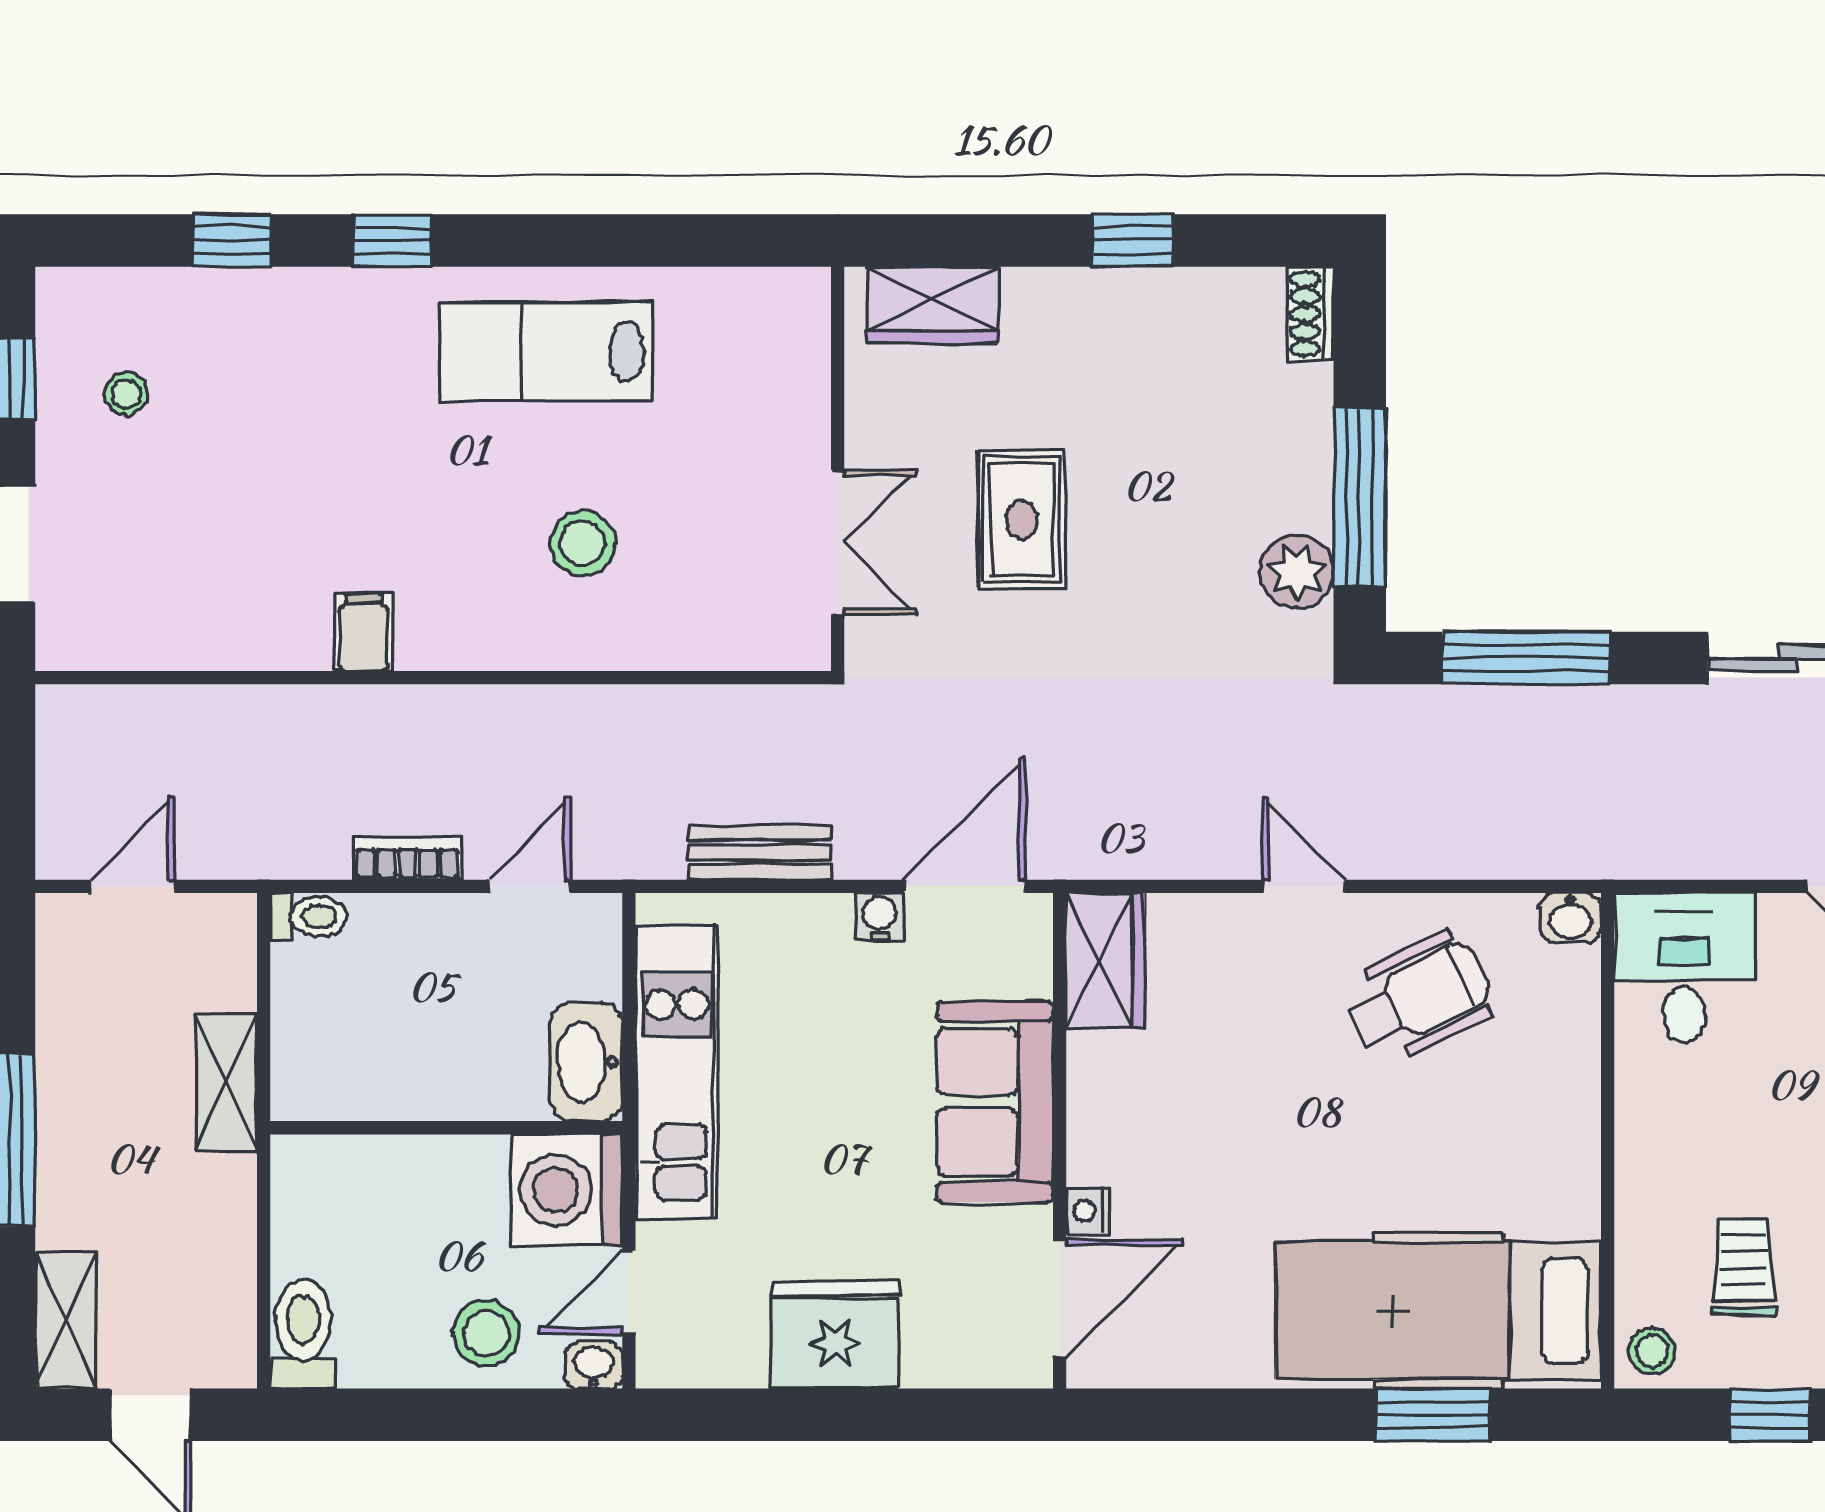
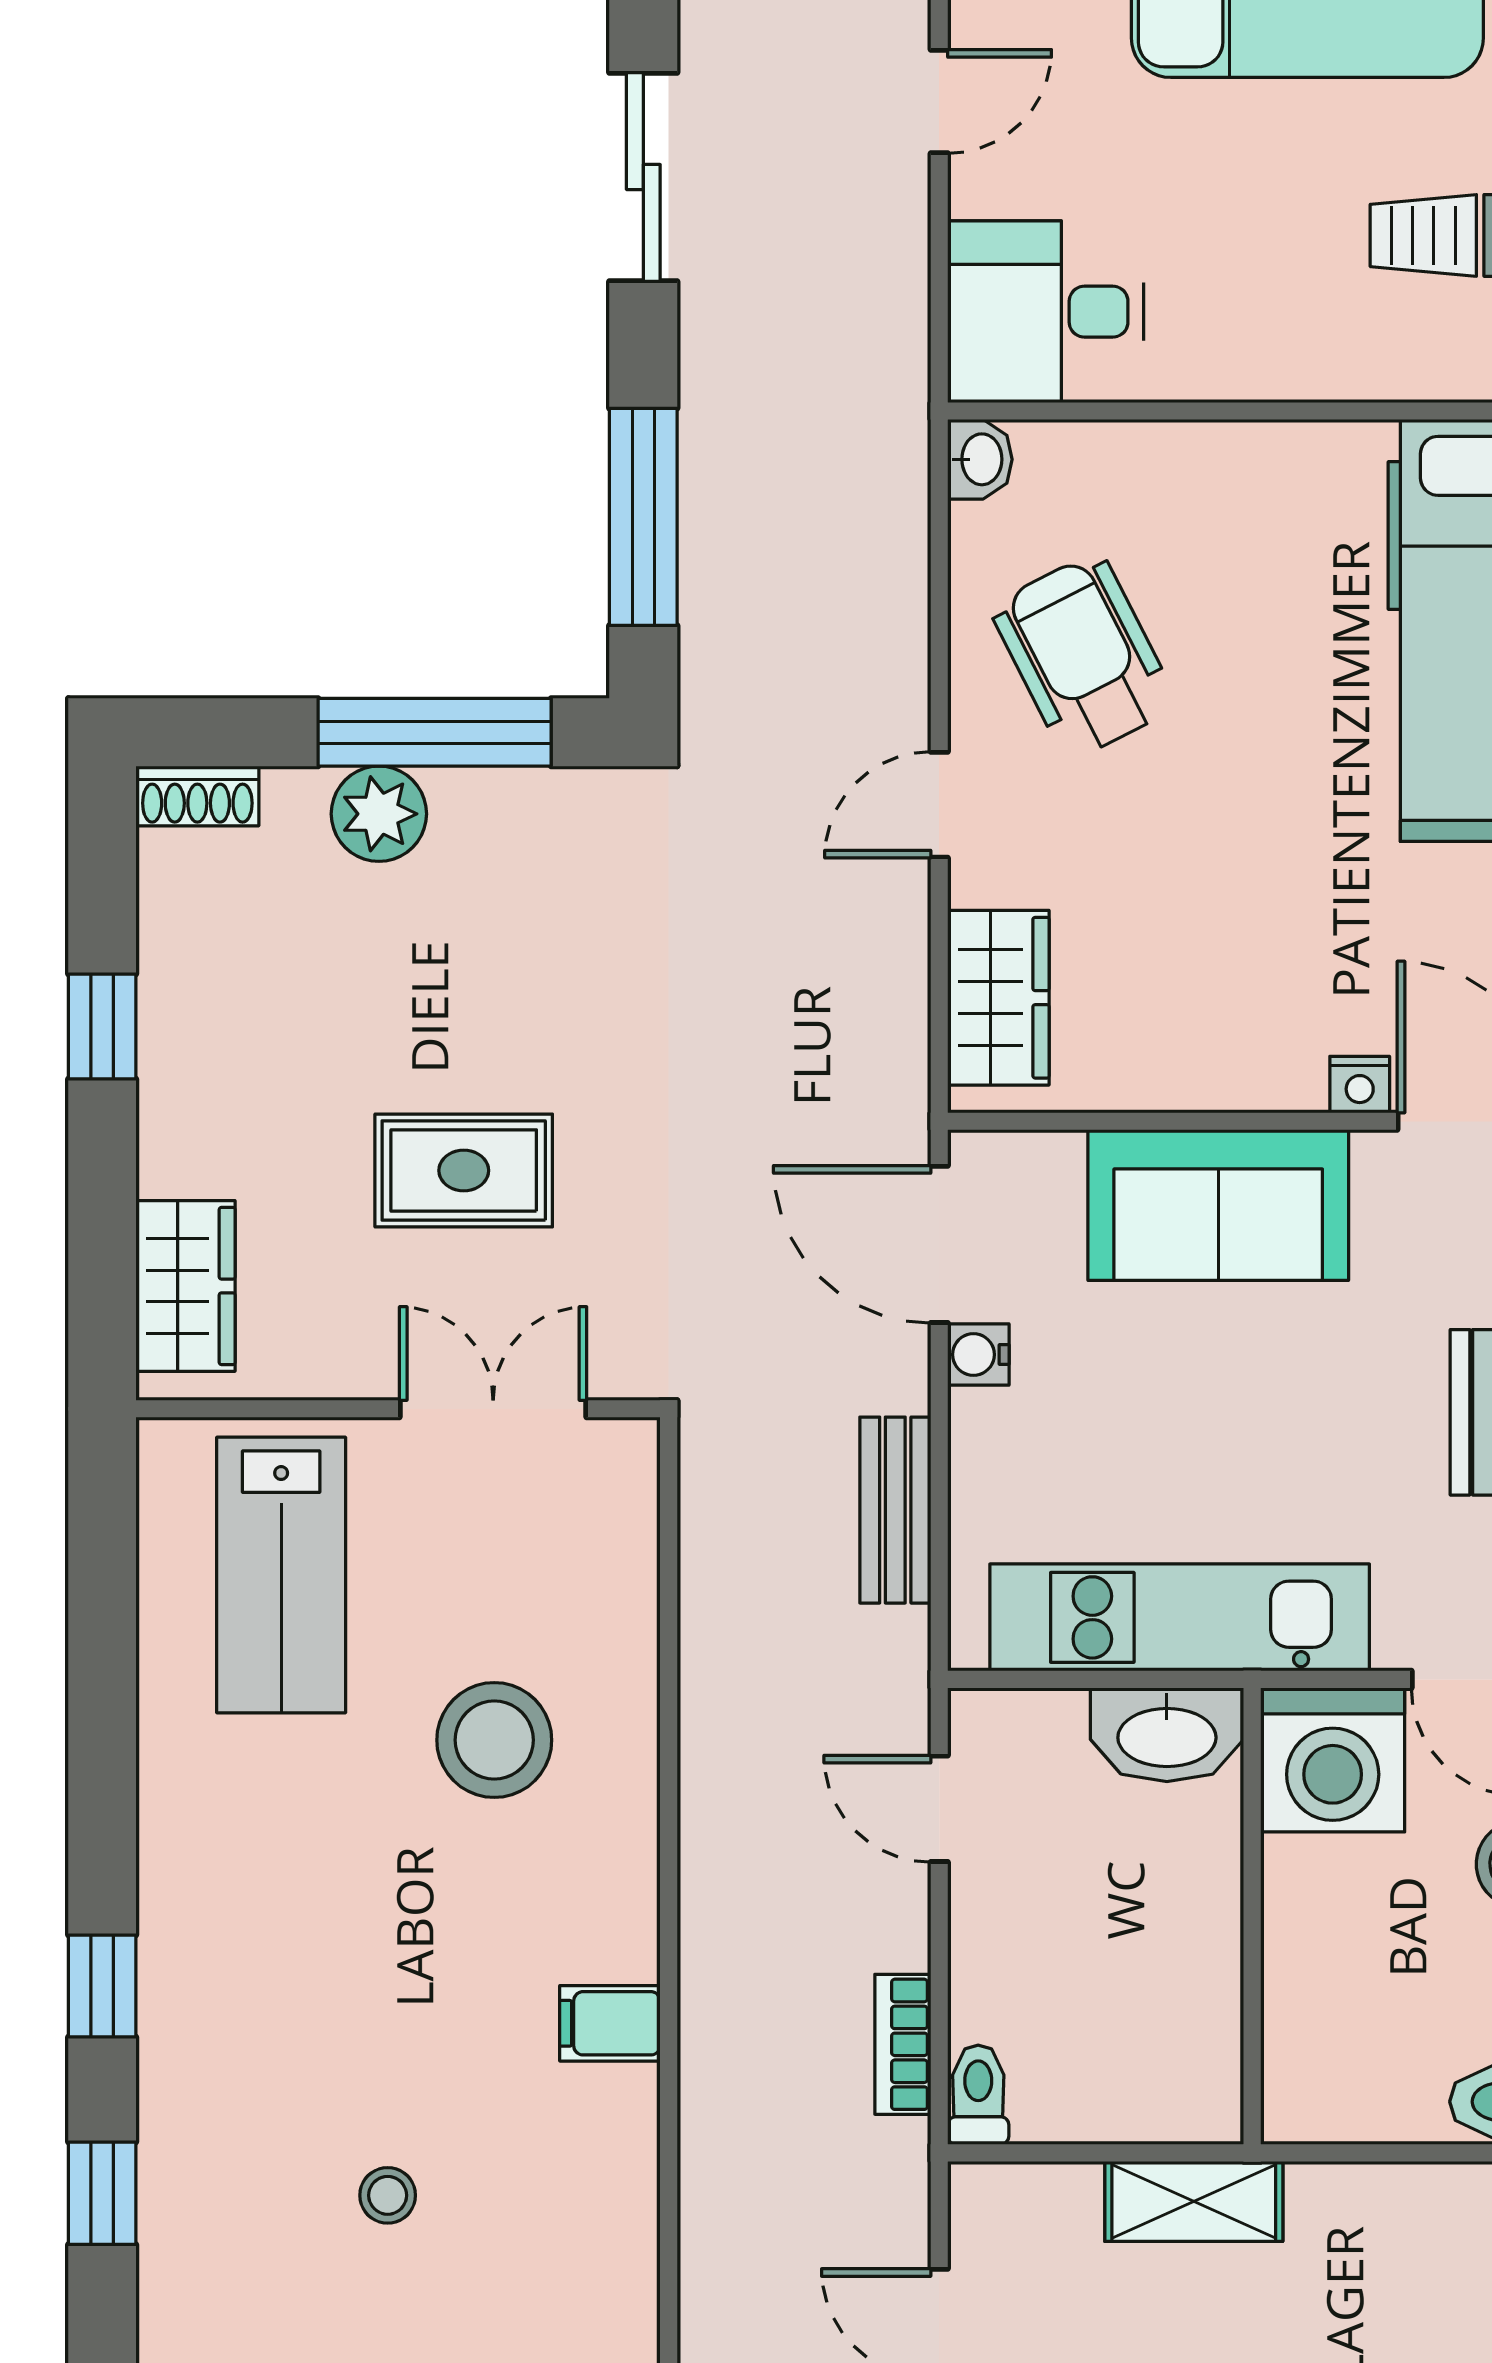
lab bench: (546, 352) -> (281, 1575), moved
stool: (126, 394) -> (388, 2195), moved
stool: (582, 543) -> (494, 1740), width x1.38, depth x1.38
plant: (1297, 572) -> (379, 814), moved
bookcase: (407, 858) -> (903, 2044), moved
wardrobe: (1105, 960) -> (998, 998), moved, turned 90

